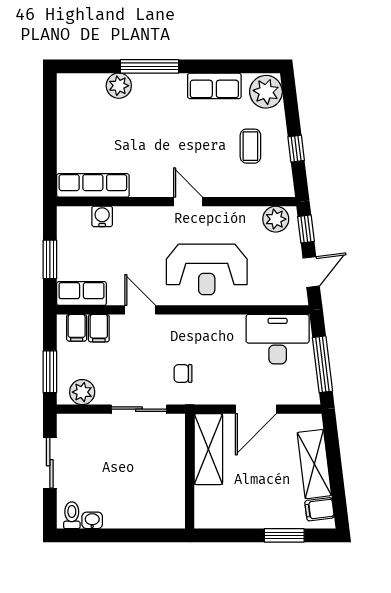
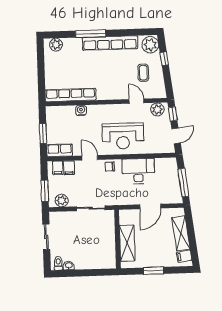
plant: (119, 86) -> (56, 45), moved
row of seats: (214, 86) -> (110, 43), width x2.02
window: (296, 149) -> (164, 59), moved
row of seats: (93, 185) -> (70, 95), width x1.36
door: (188, 202) -> (136, 101), moved
water cooler: (102, 216) -> (81, 110), moved
desk: (278, 339) -> (138, 171), moved
chair: (183, 373) -> (110, 167), moved
shelving: (208, 449) -> (127, 243), moved
window: (284, 535) -> (154, 271), moved

